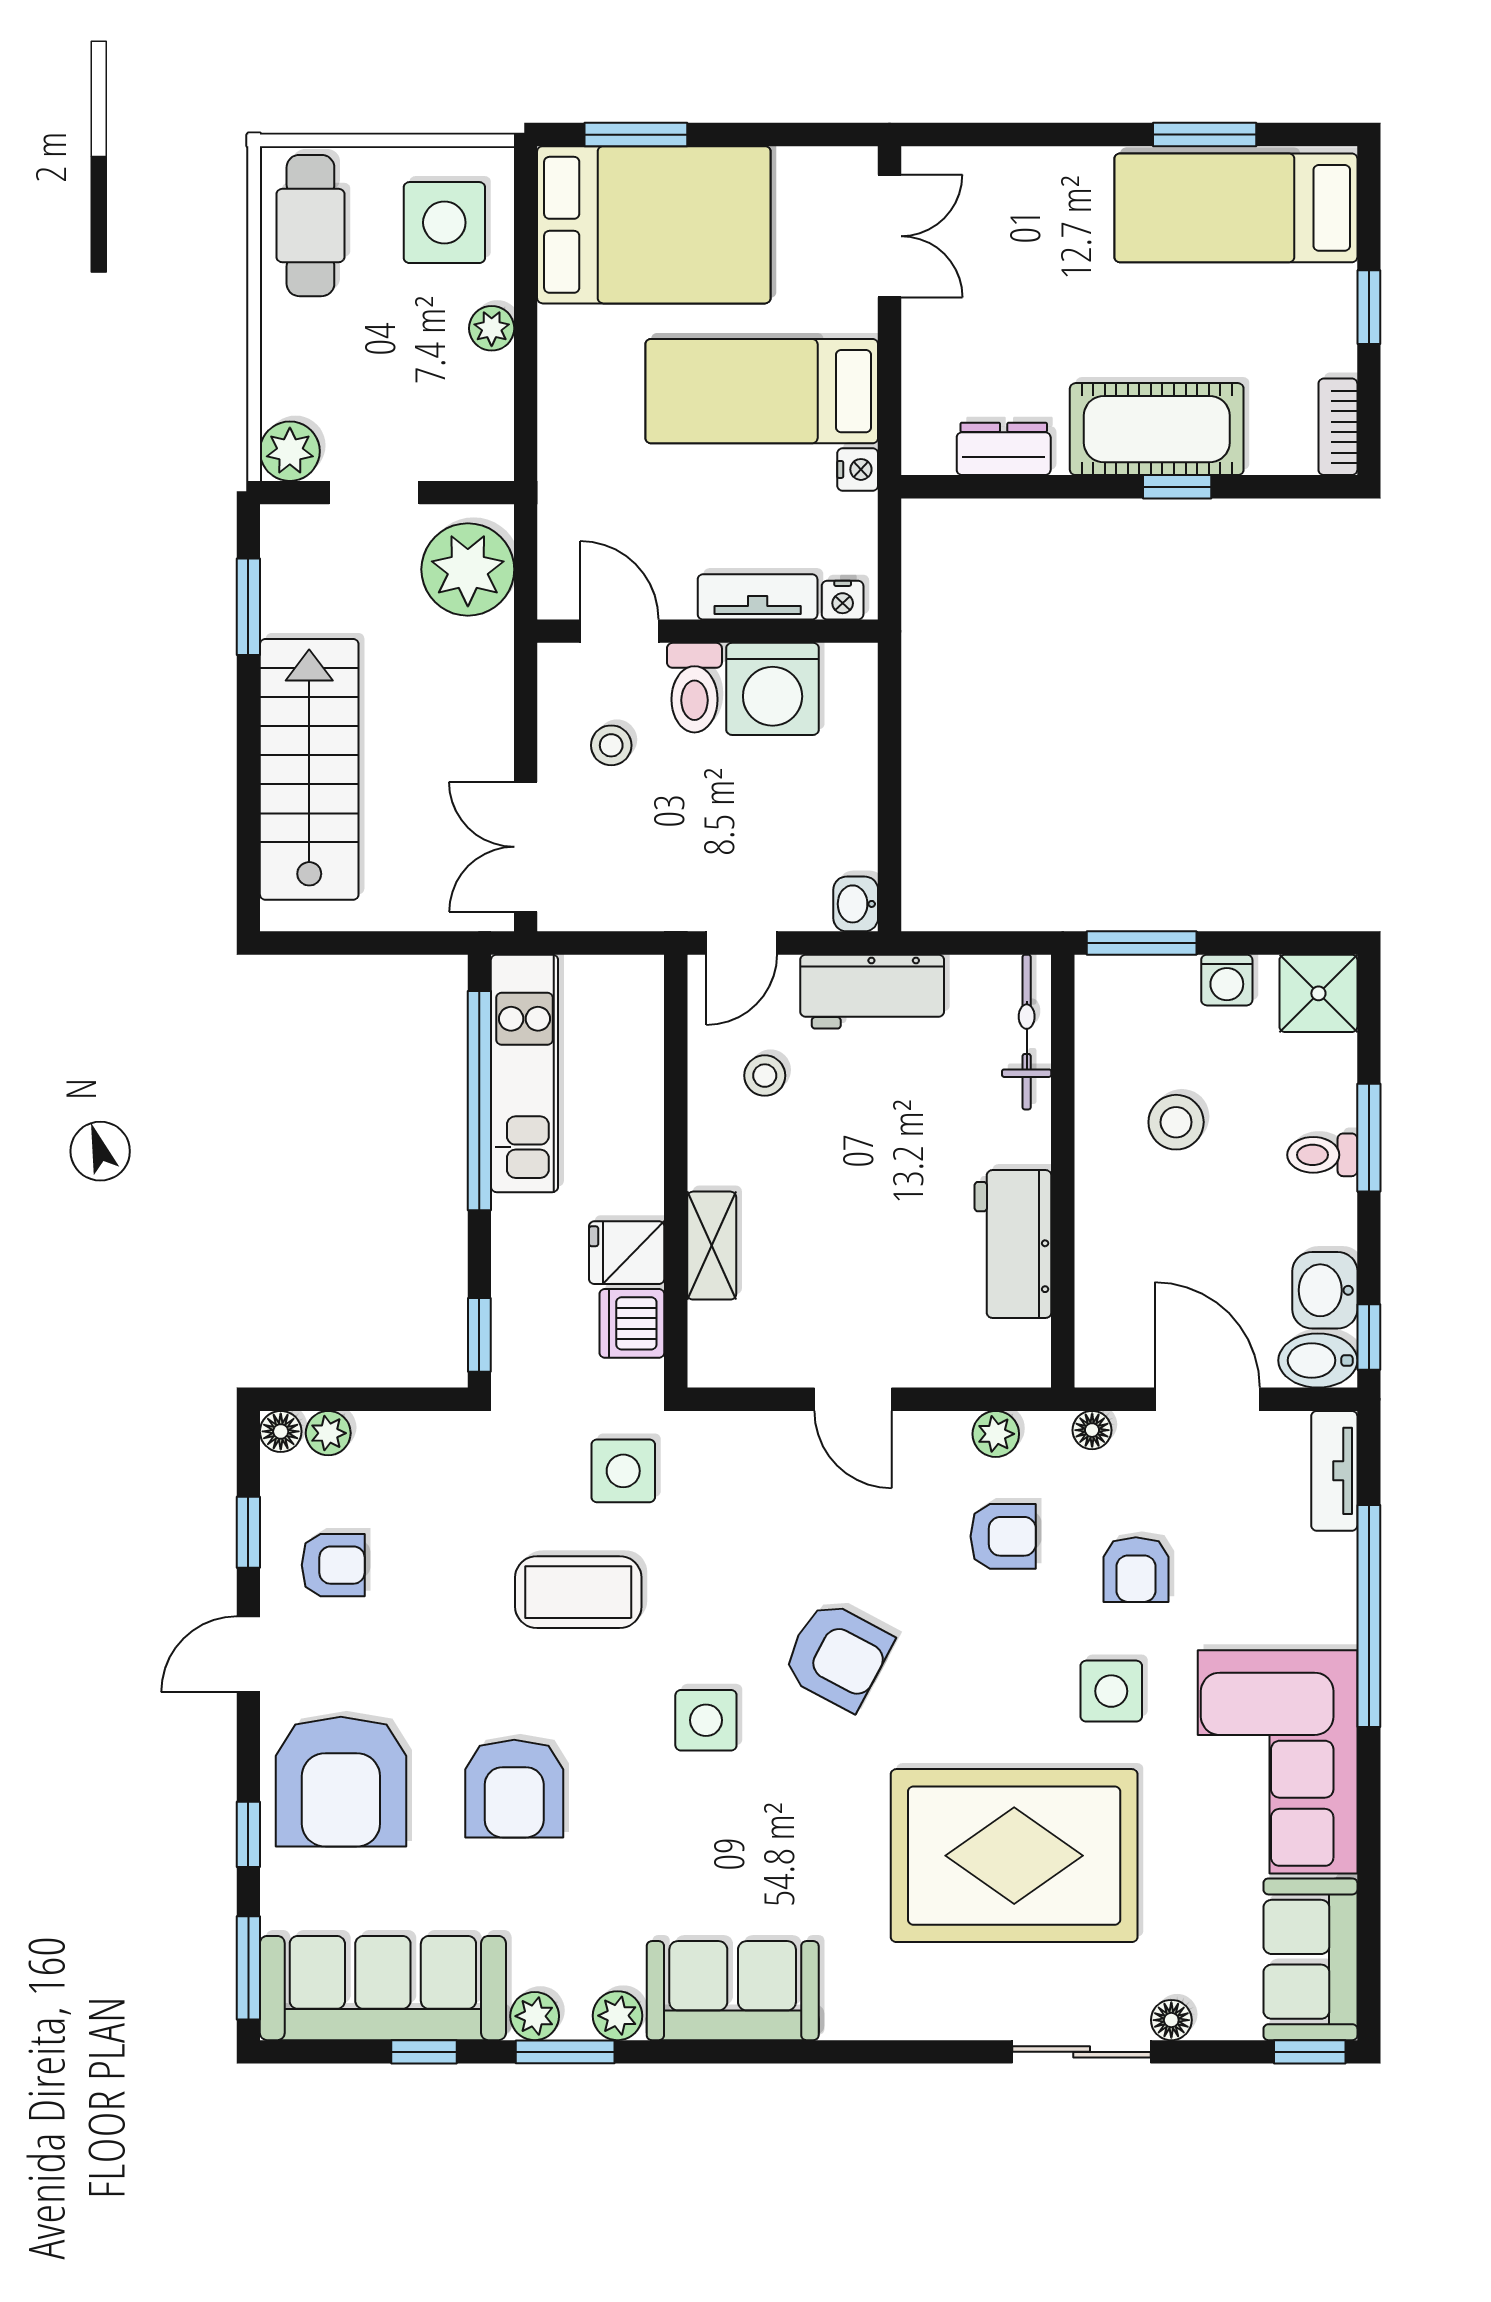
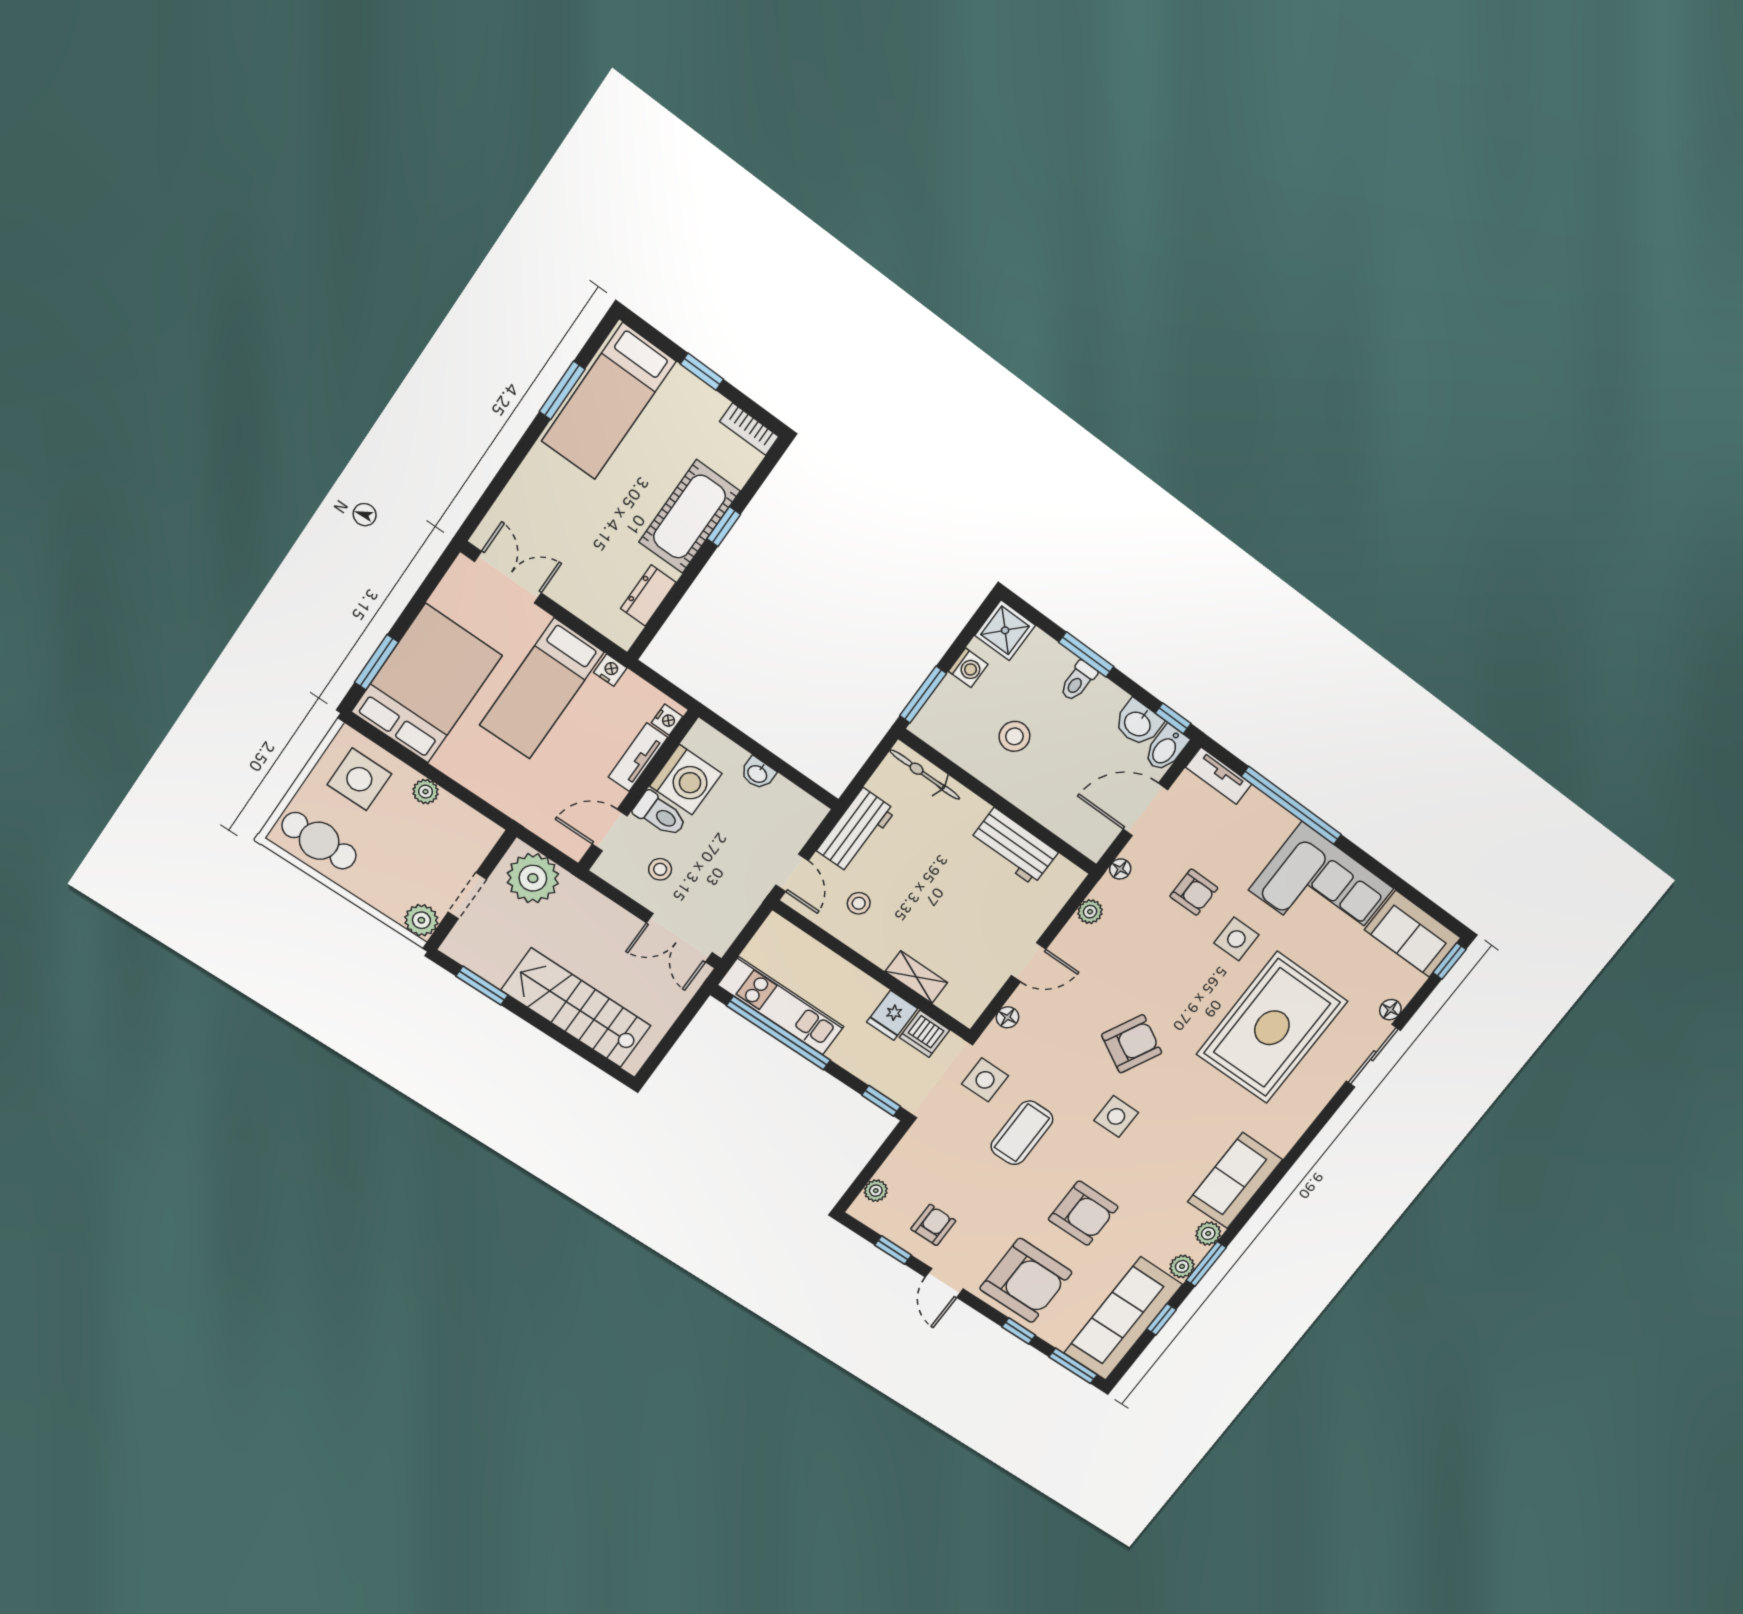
washbasin: (856, 904) -> (758, 773), moved
floor lamp: (281, 1431) -> (1007, 1017), moved
armchair: (1003, 1536) -> (1136, 939), removed

